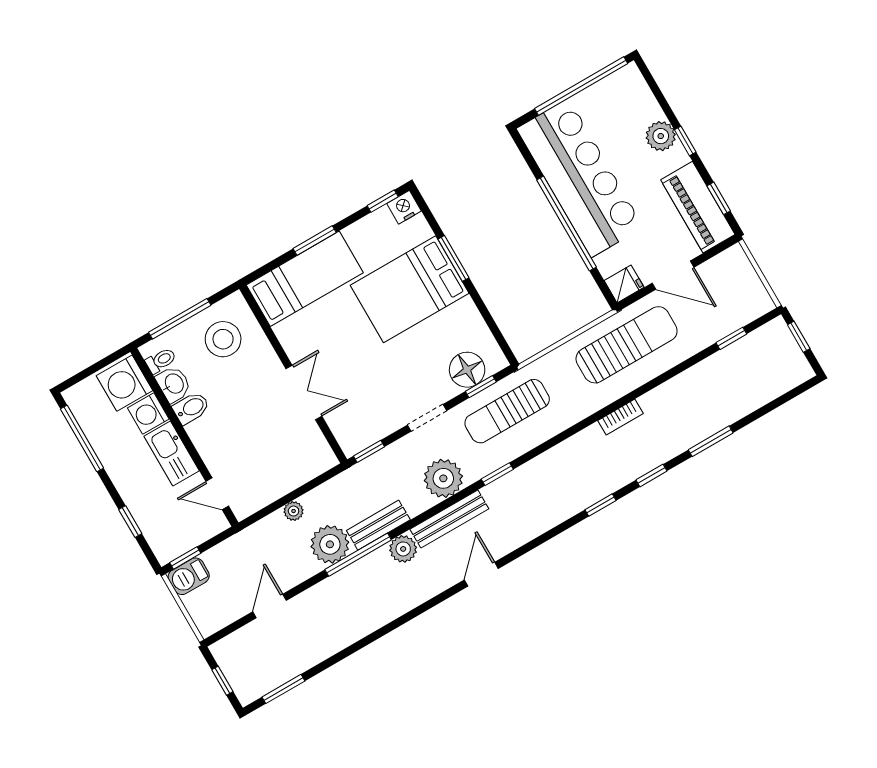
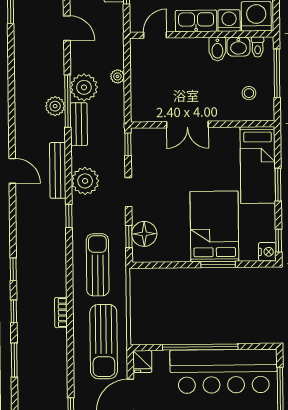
stool: (223, 339) -> (249, 93), width x0.53, depth x0.53
sun lounger: (507, 411) -> (98, 265), moved
plant: (403, 549) -> (55, 106), moved

